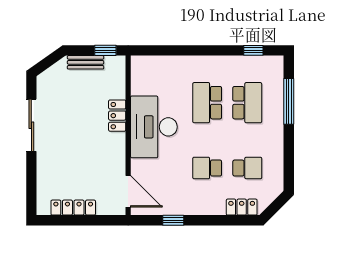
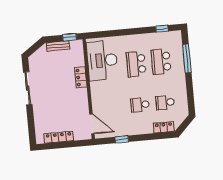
school desk: (247, 103) -> (161, 62), turned 180
desk: (154, 127) -> (102, 61), moved
school desk: (247, 168) -> (165, 102), turned 180

